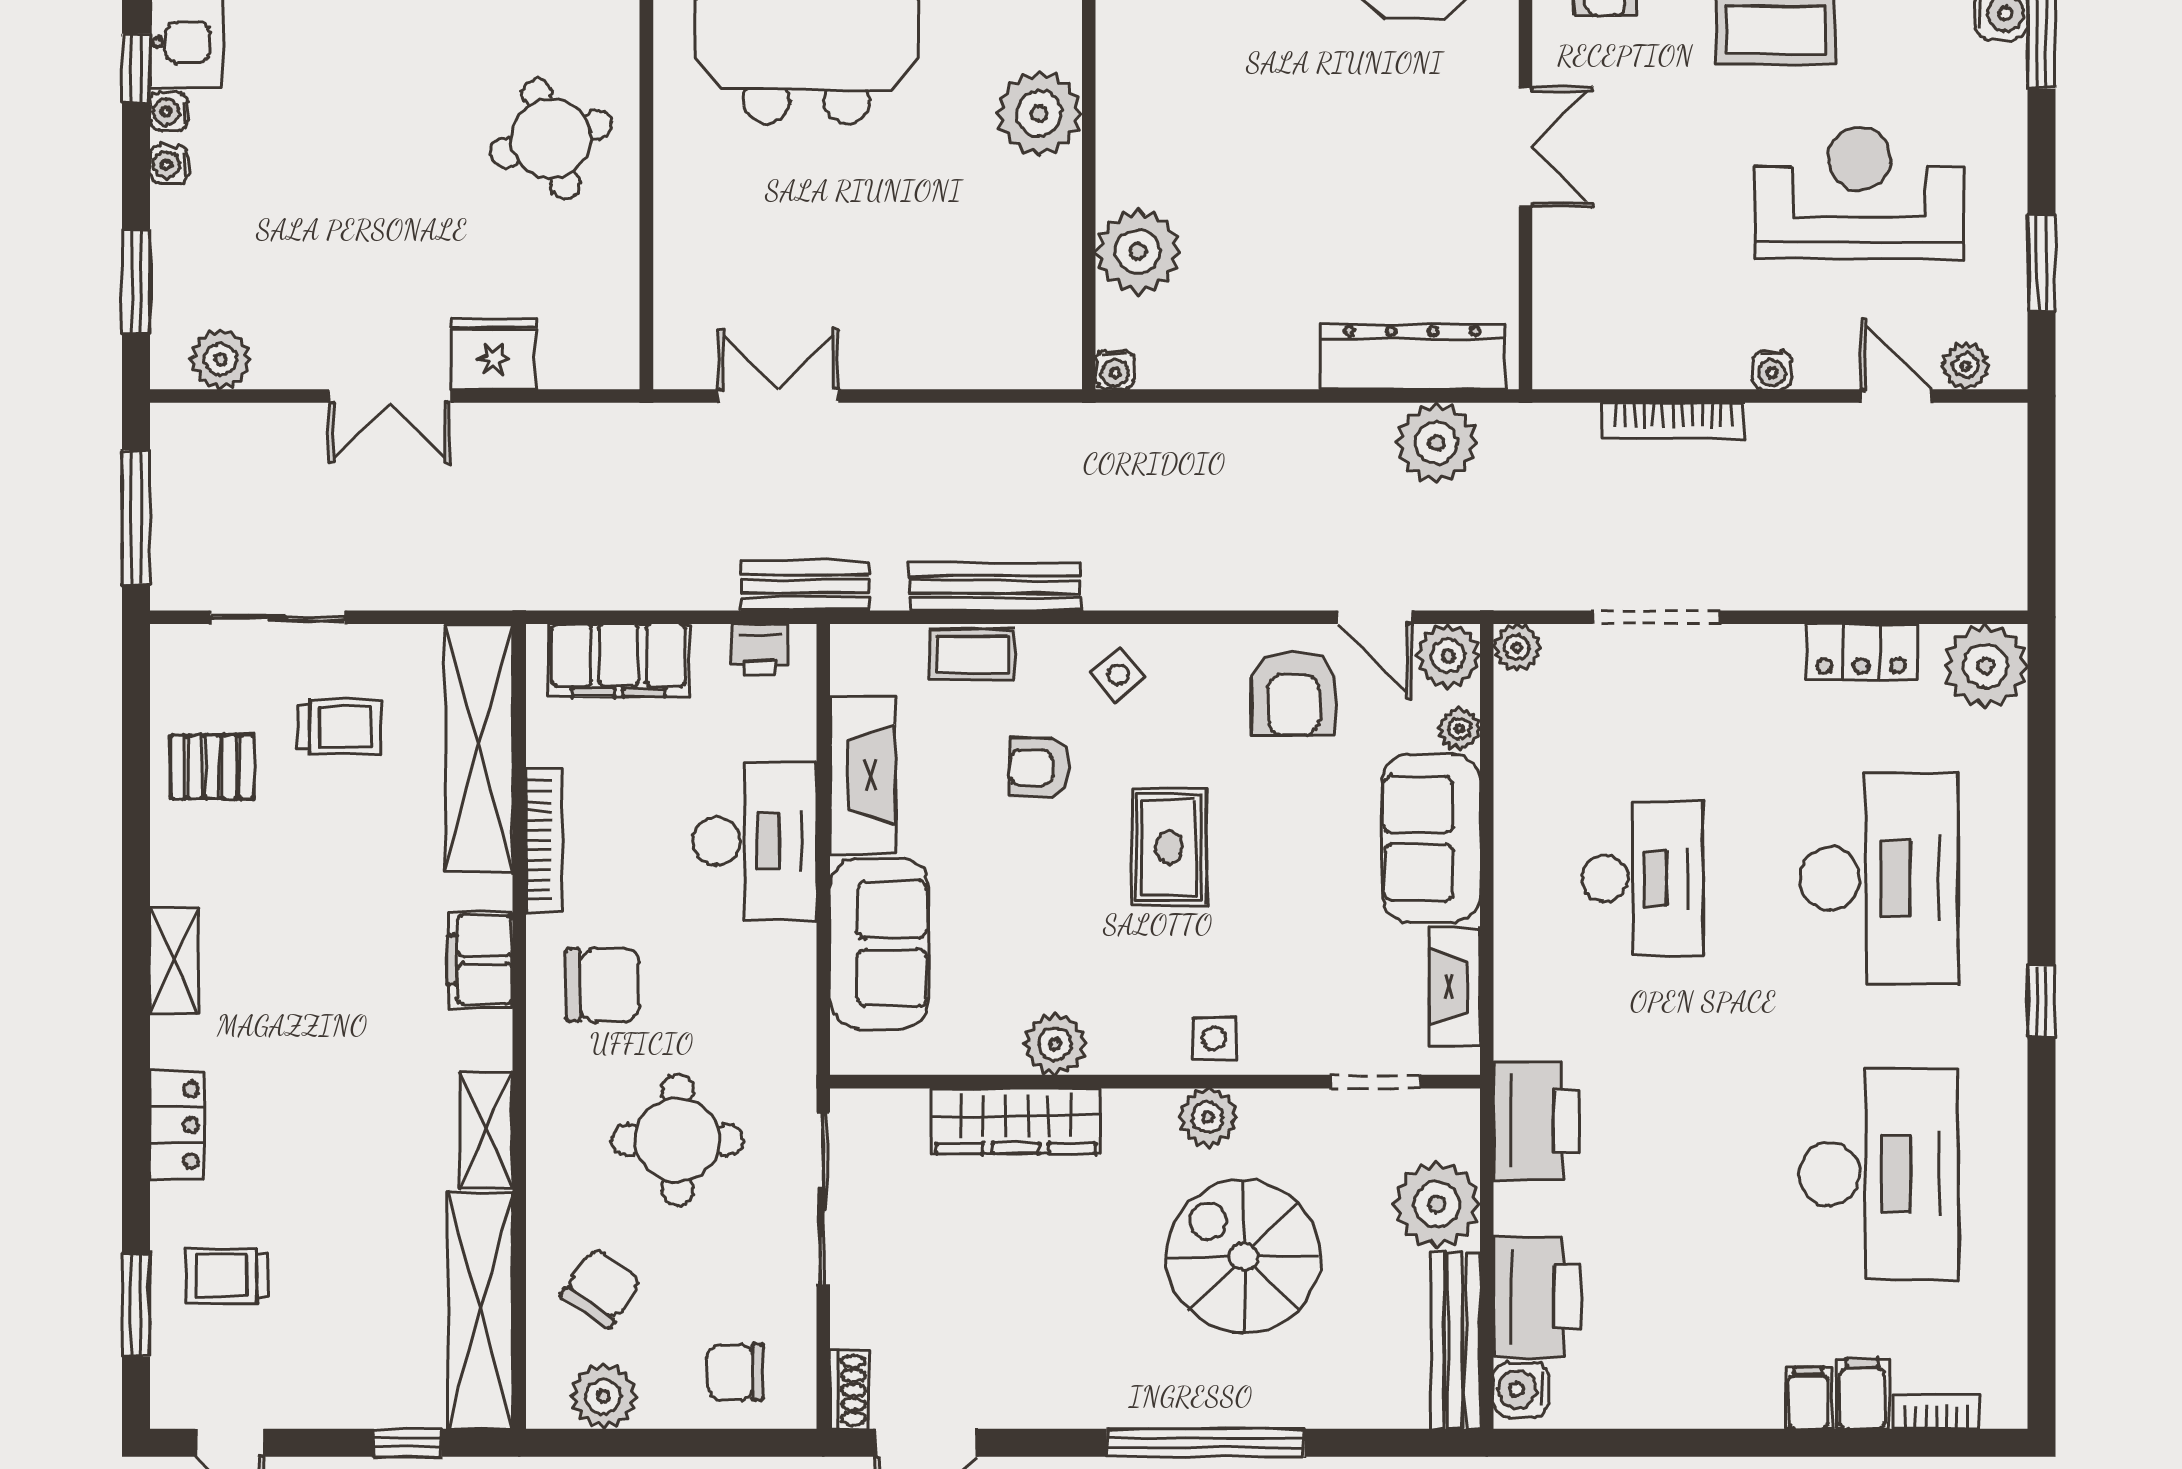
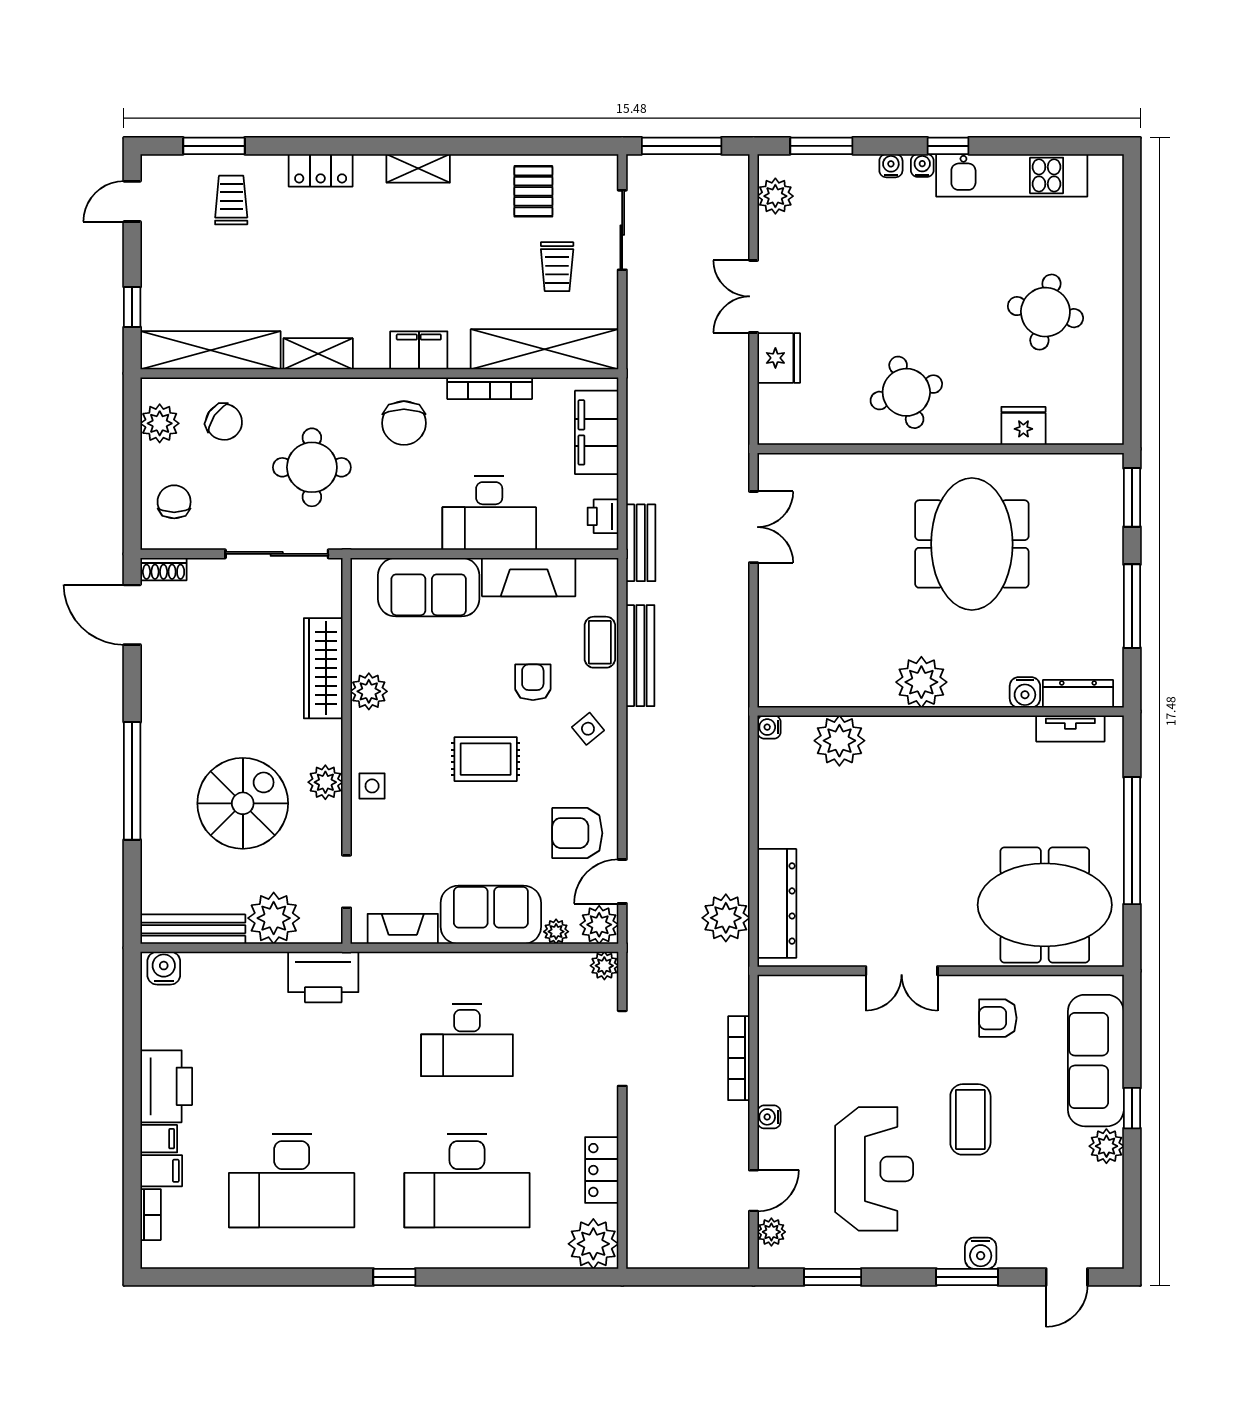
printer: (1537, 1297) -> (166, 1086), moved, turned -90

